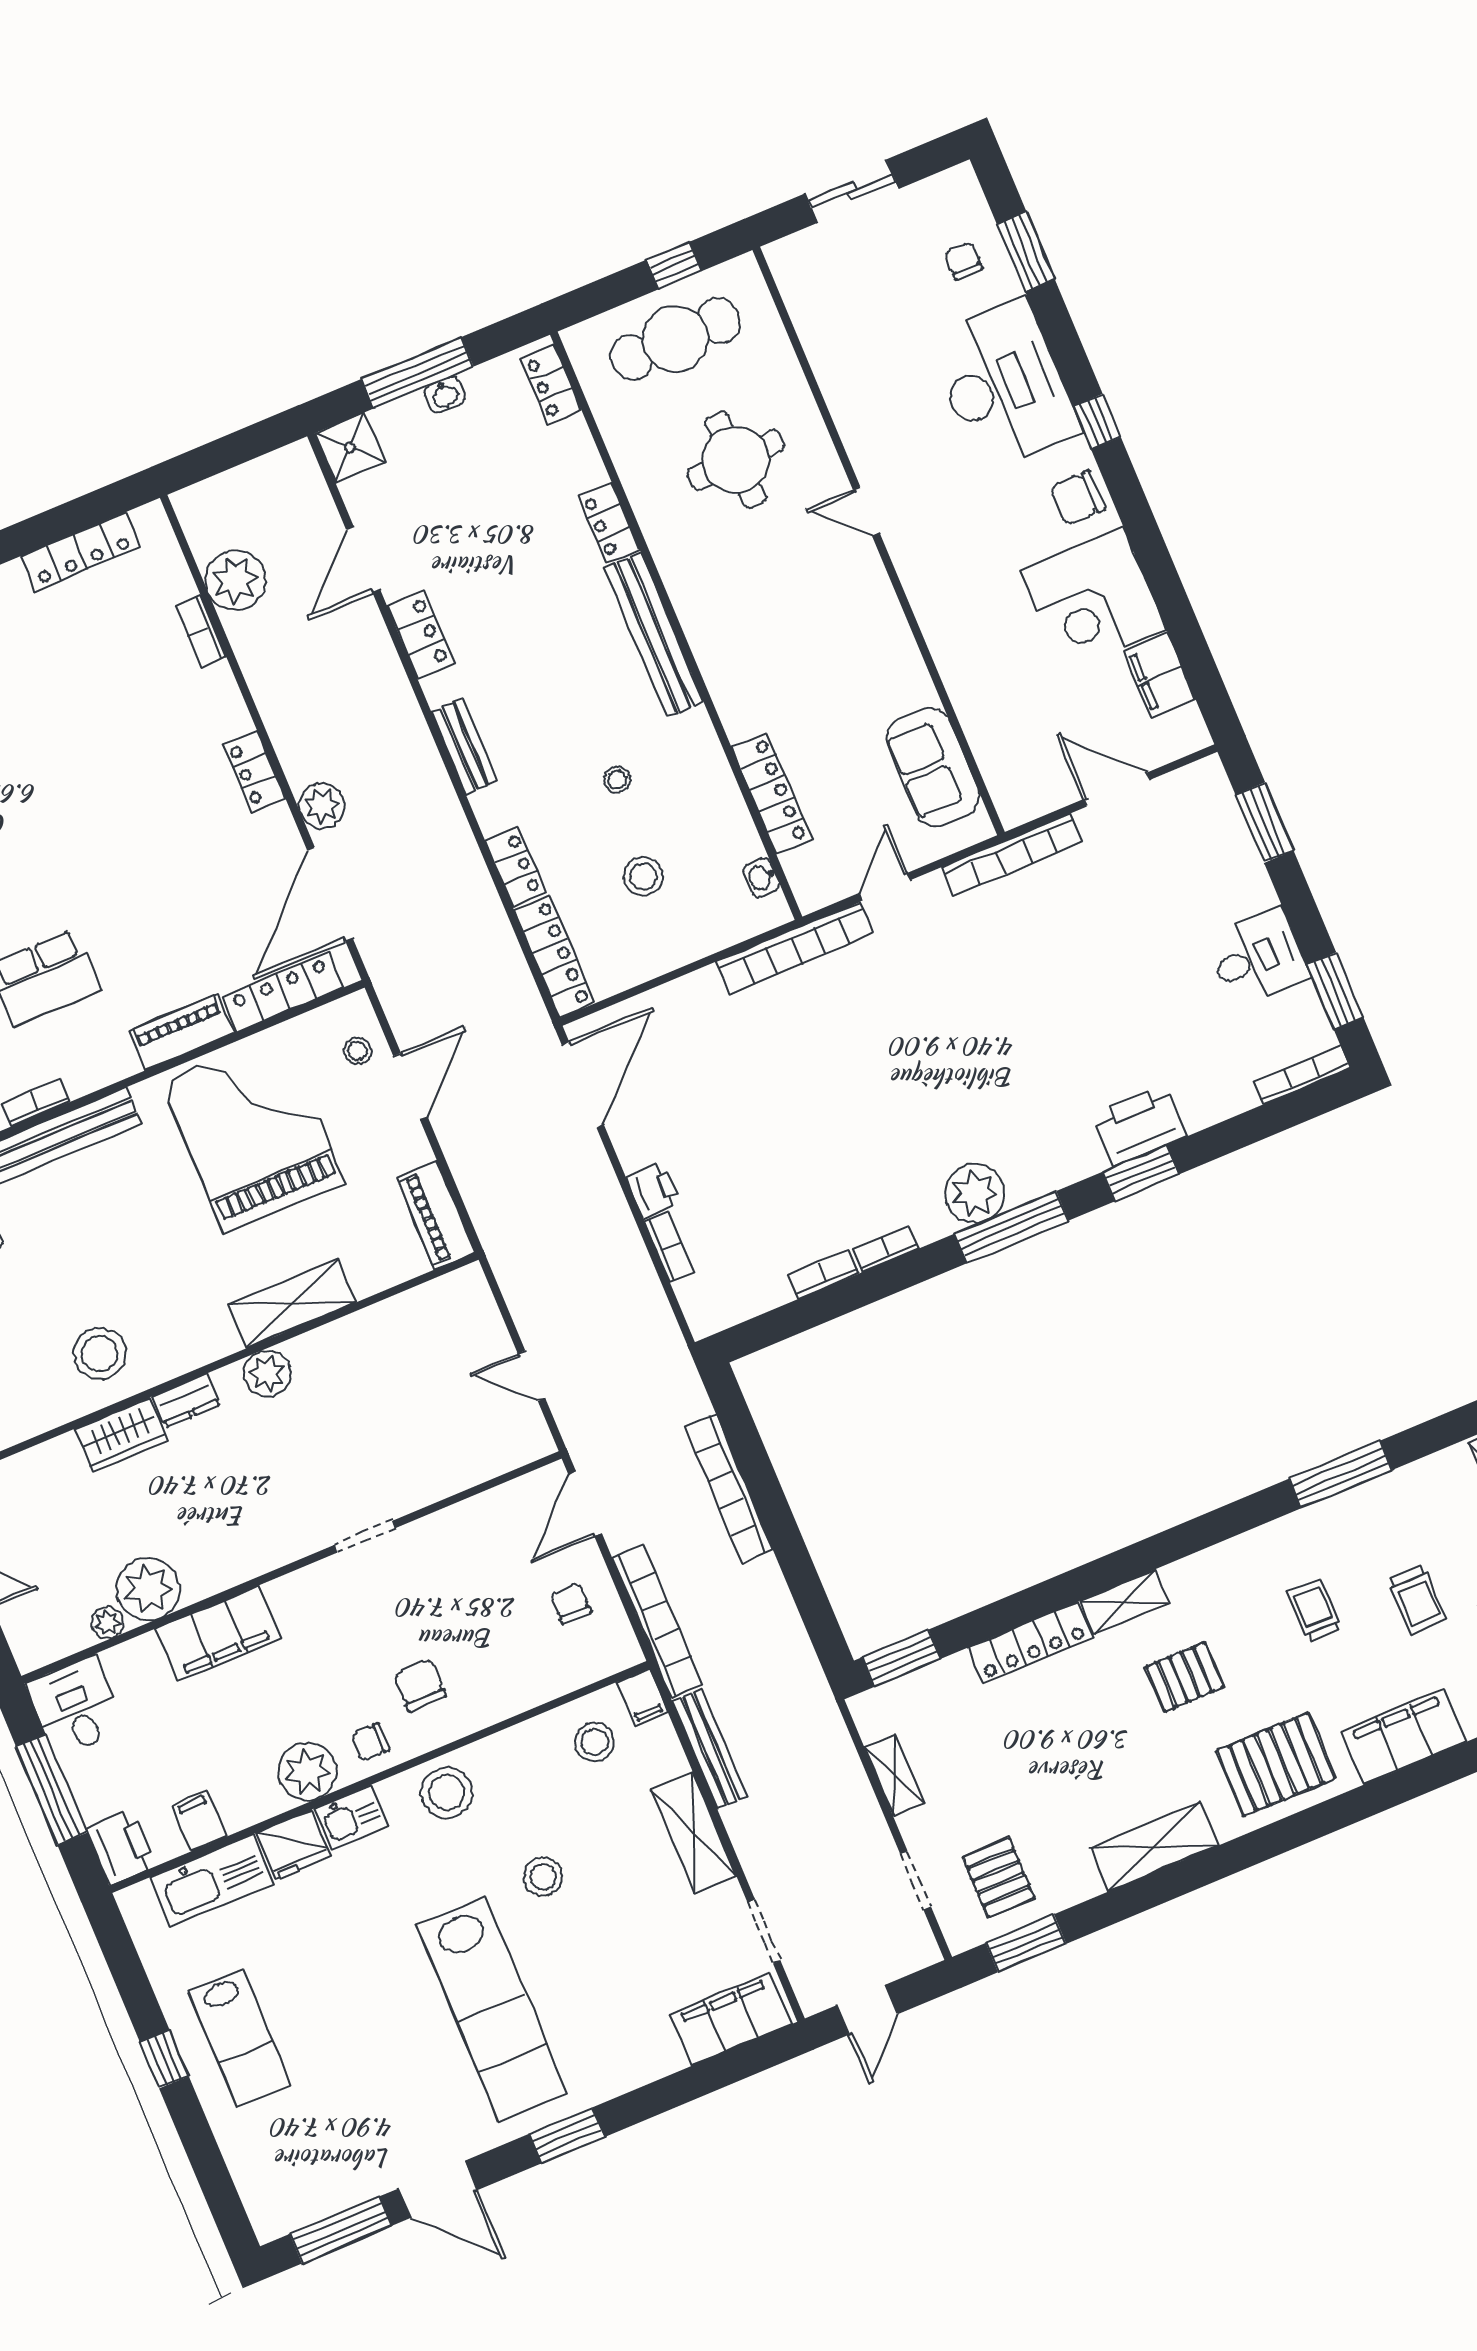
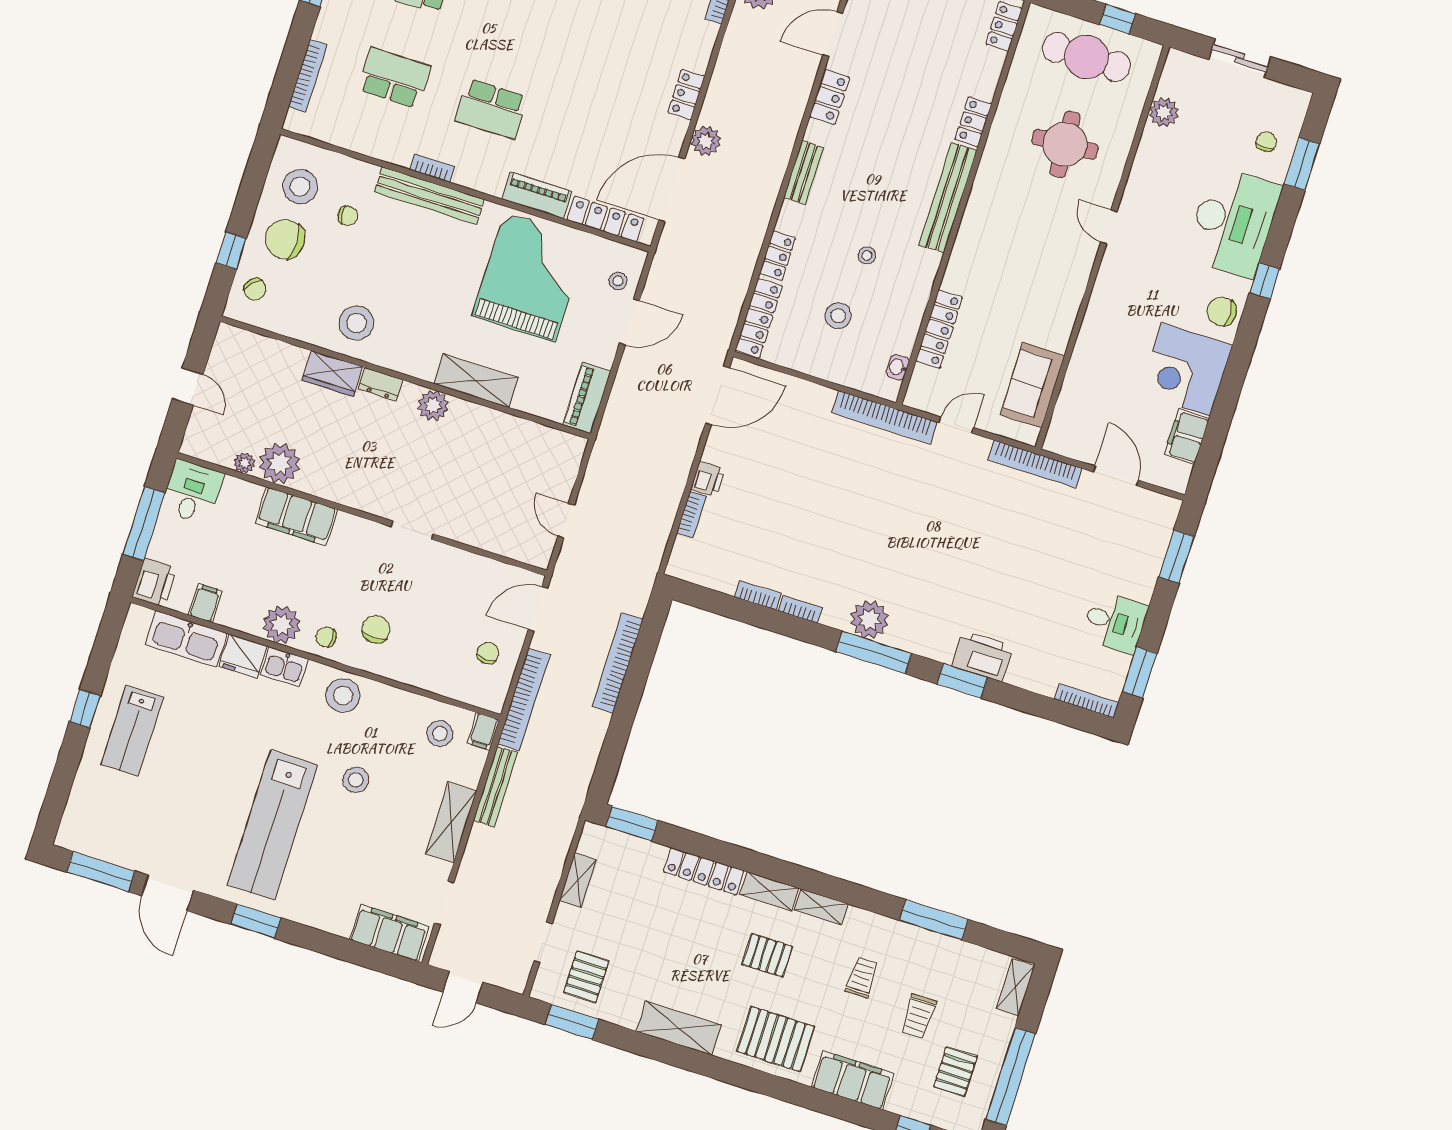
plant: (818, 327) -> (1164, 112), added
shelving: (1199, 1569) -> (821, 907), added

